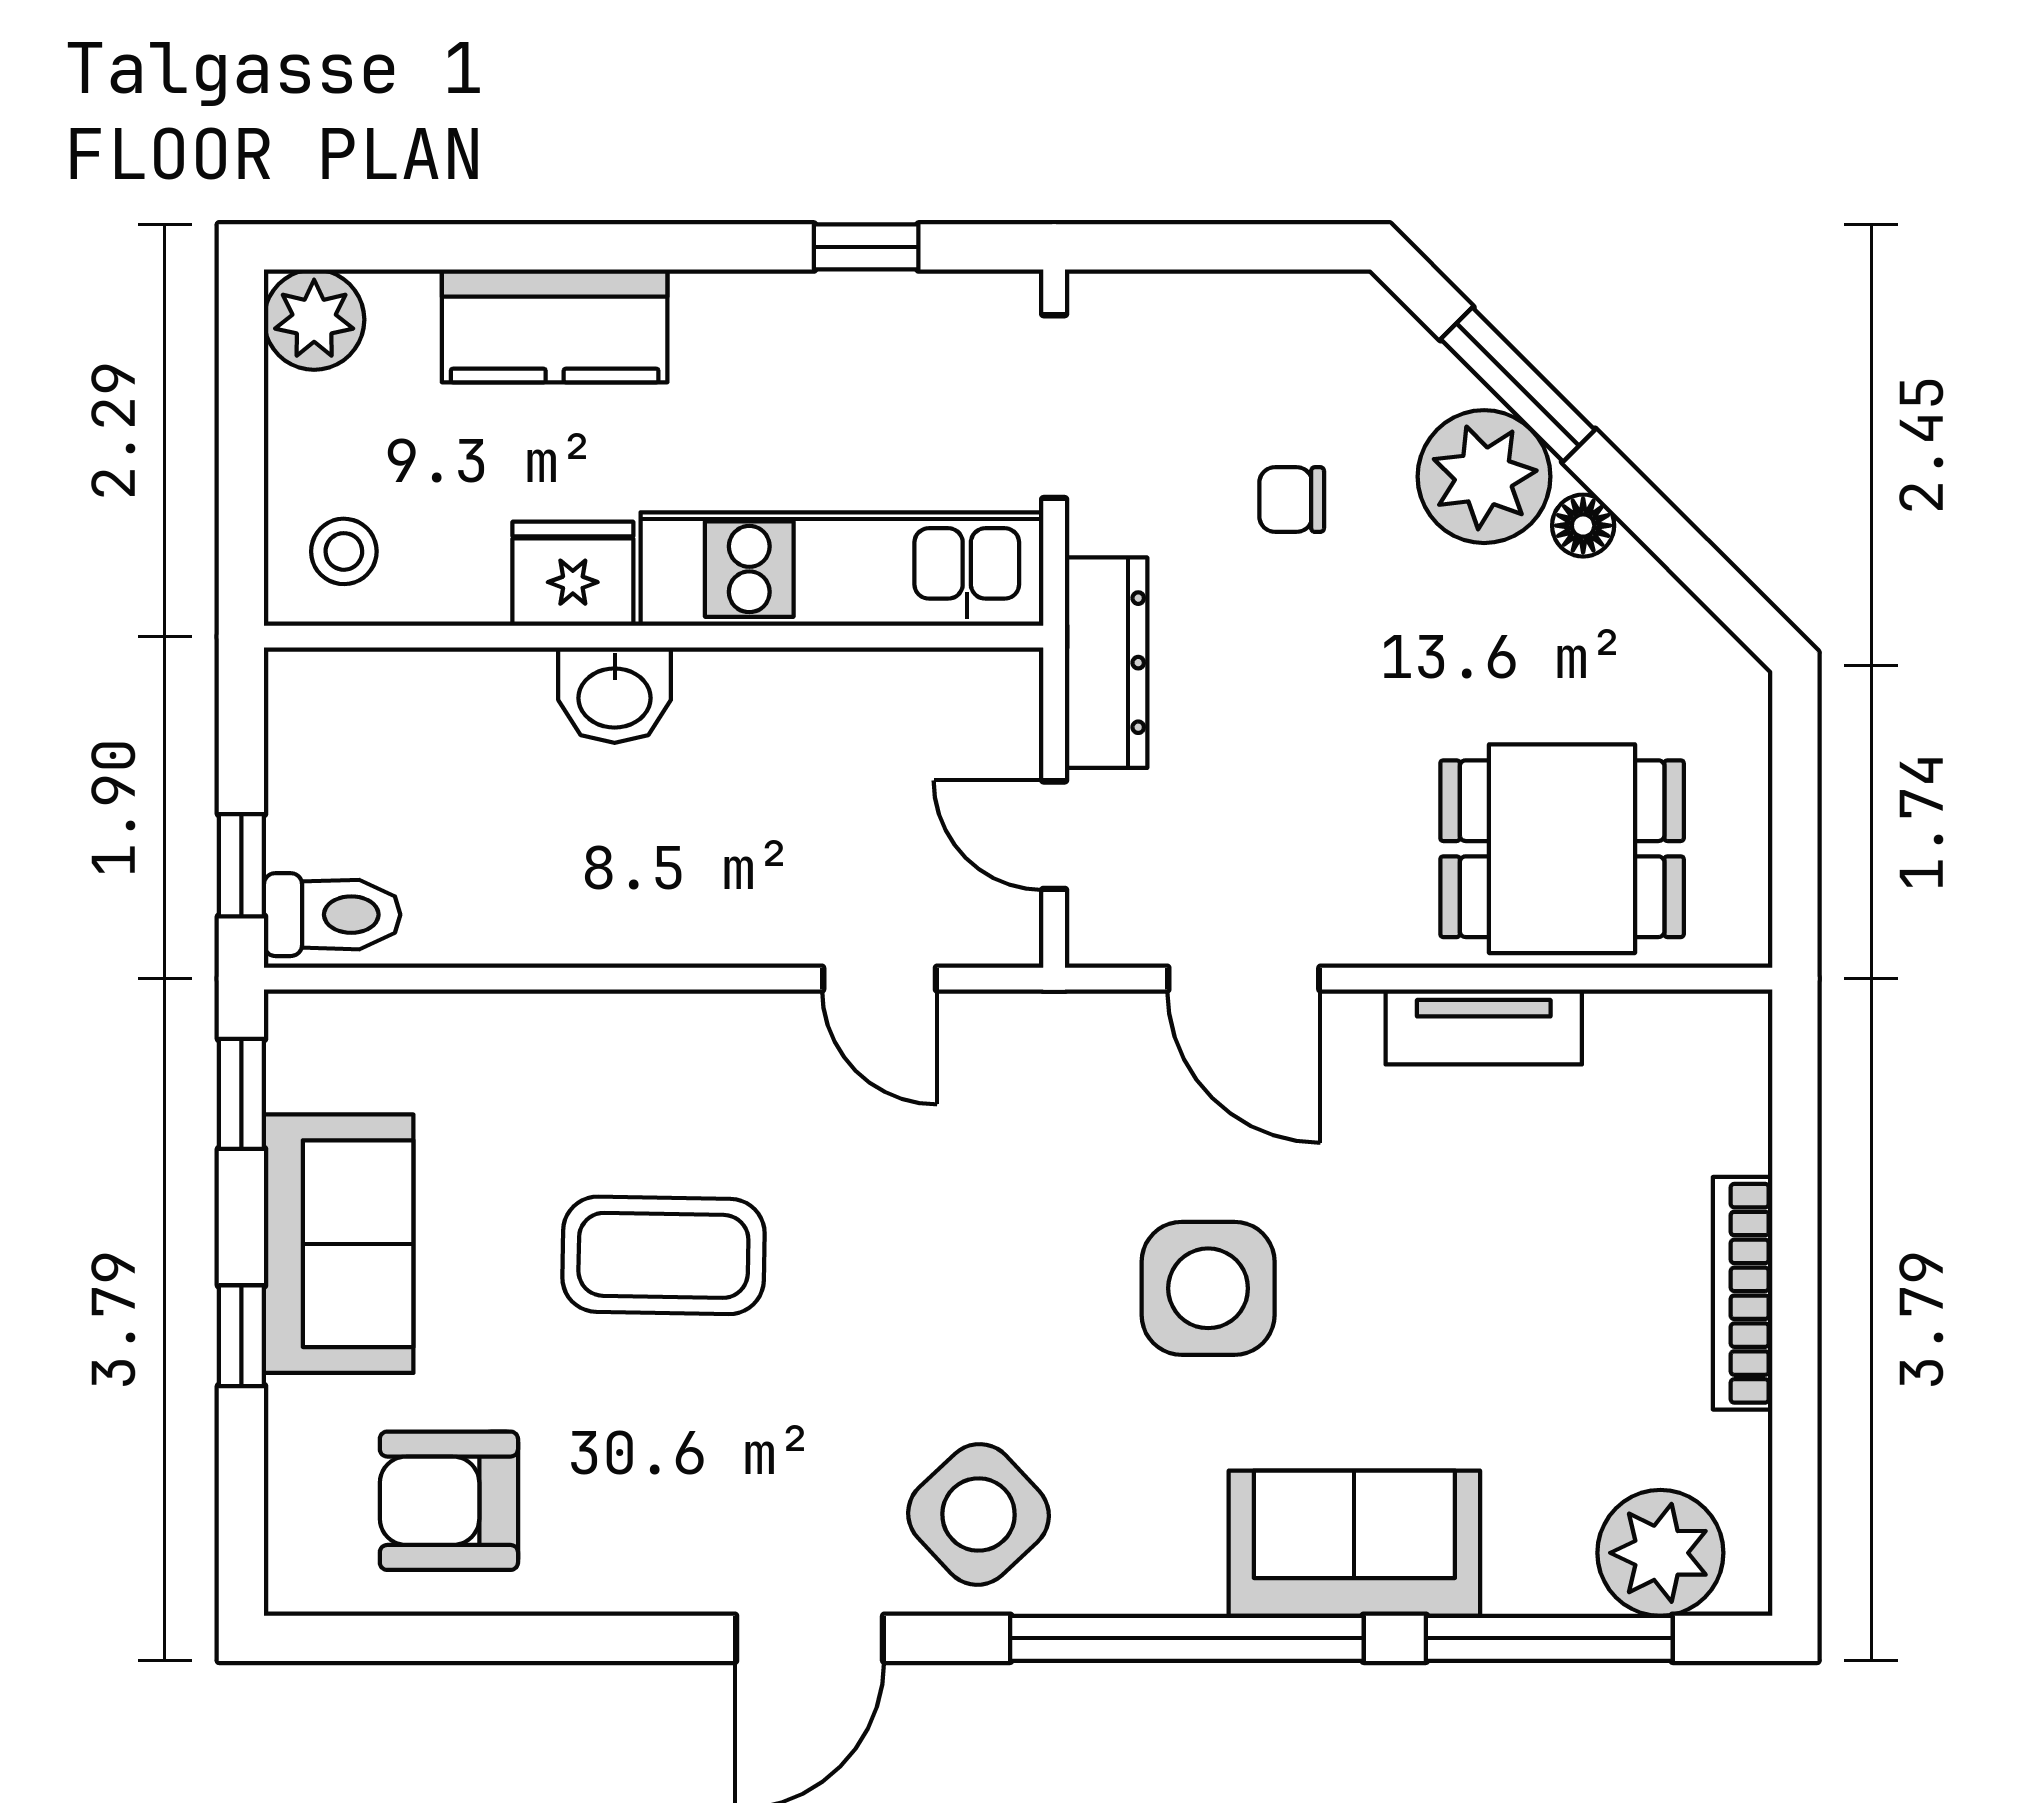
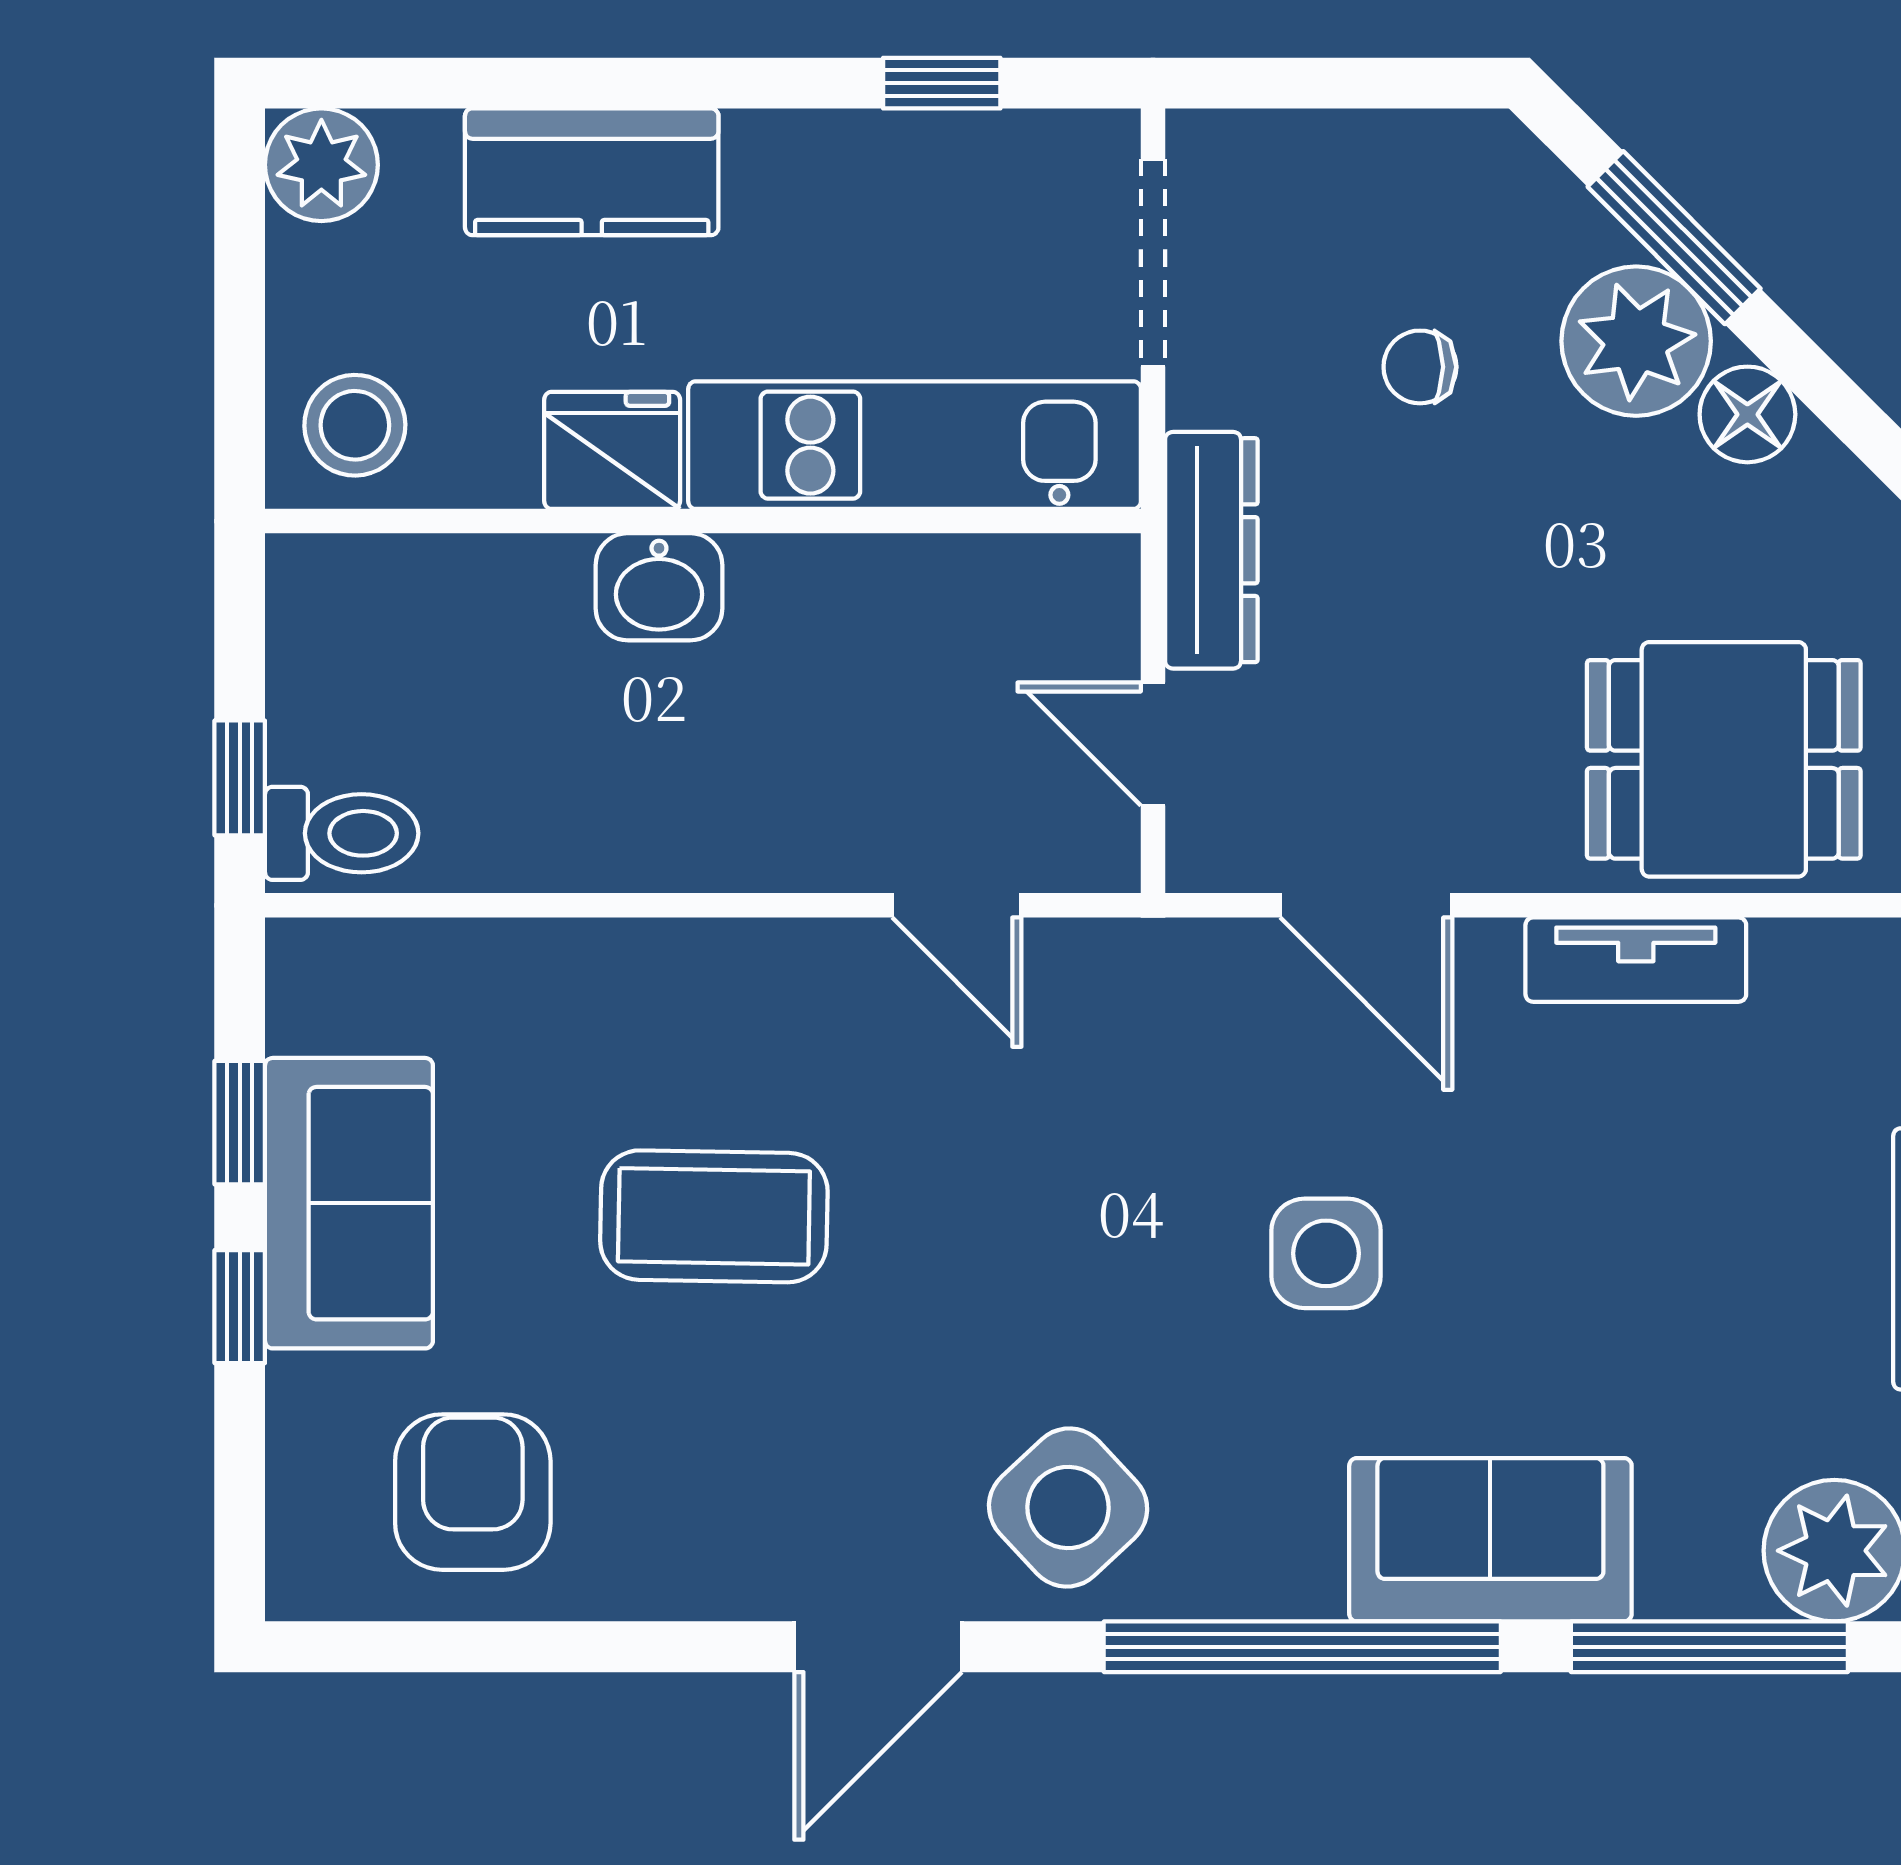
floor lamp: (1583, 526) -> (1747, 414), width x1.37, depth x1.37
stool: (344, 551) -> (355, 425), width x1.37, depth x1.37
window: (241, 1094) -> (240, 1123), moved
side table: (1208, 1288) -> (1326, 1253), width x0.73, depth x0.73
armchair: (449, 1501) -> (473, 1492), turned 90

